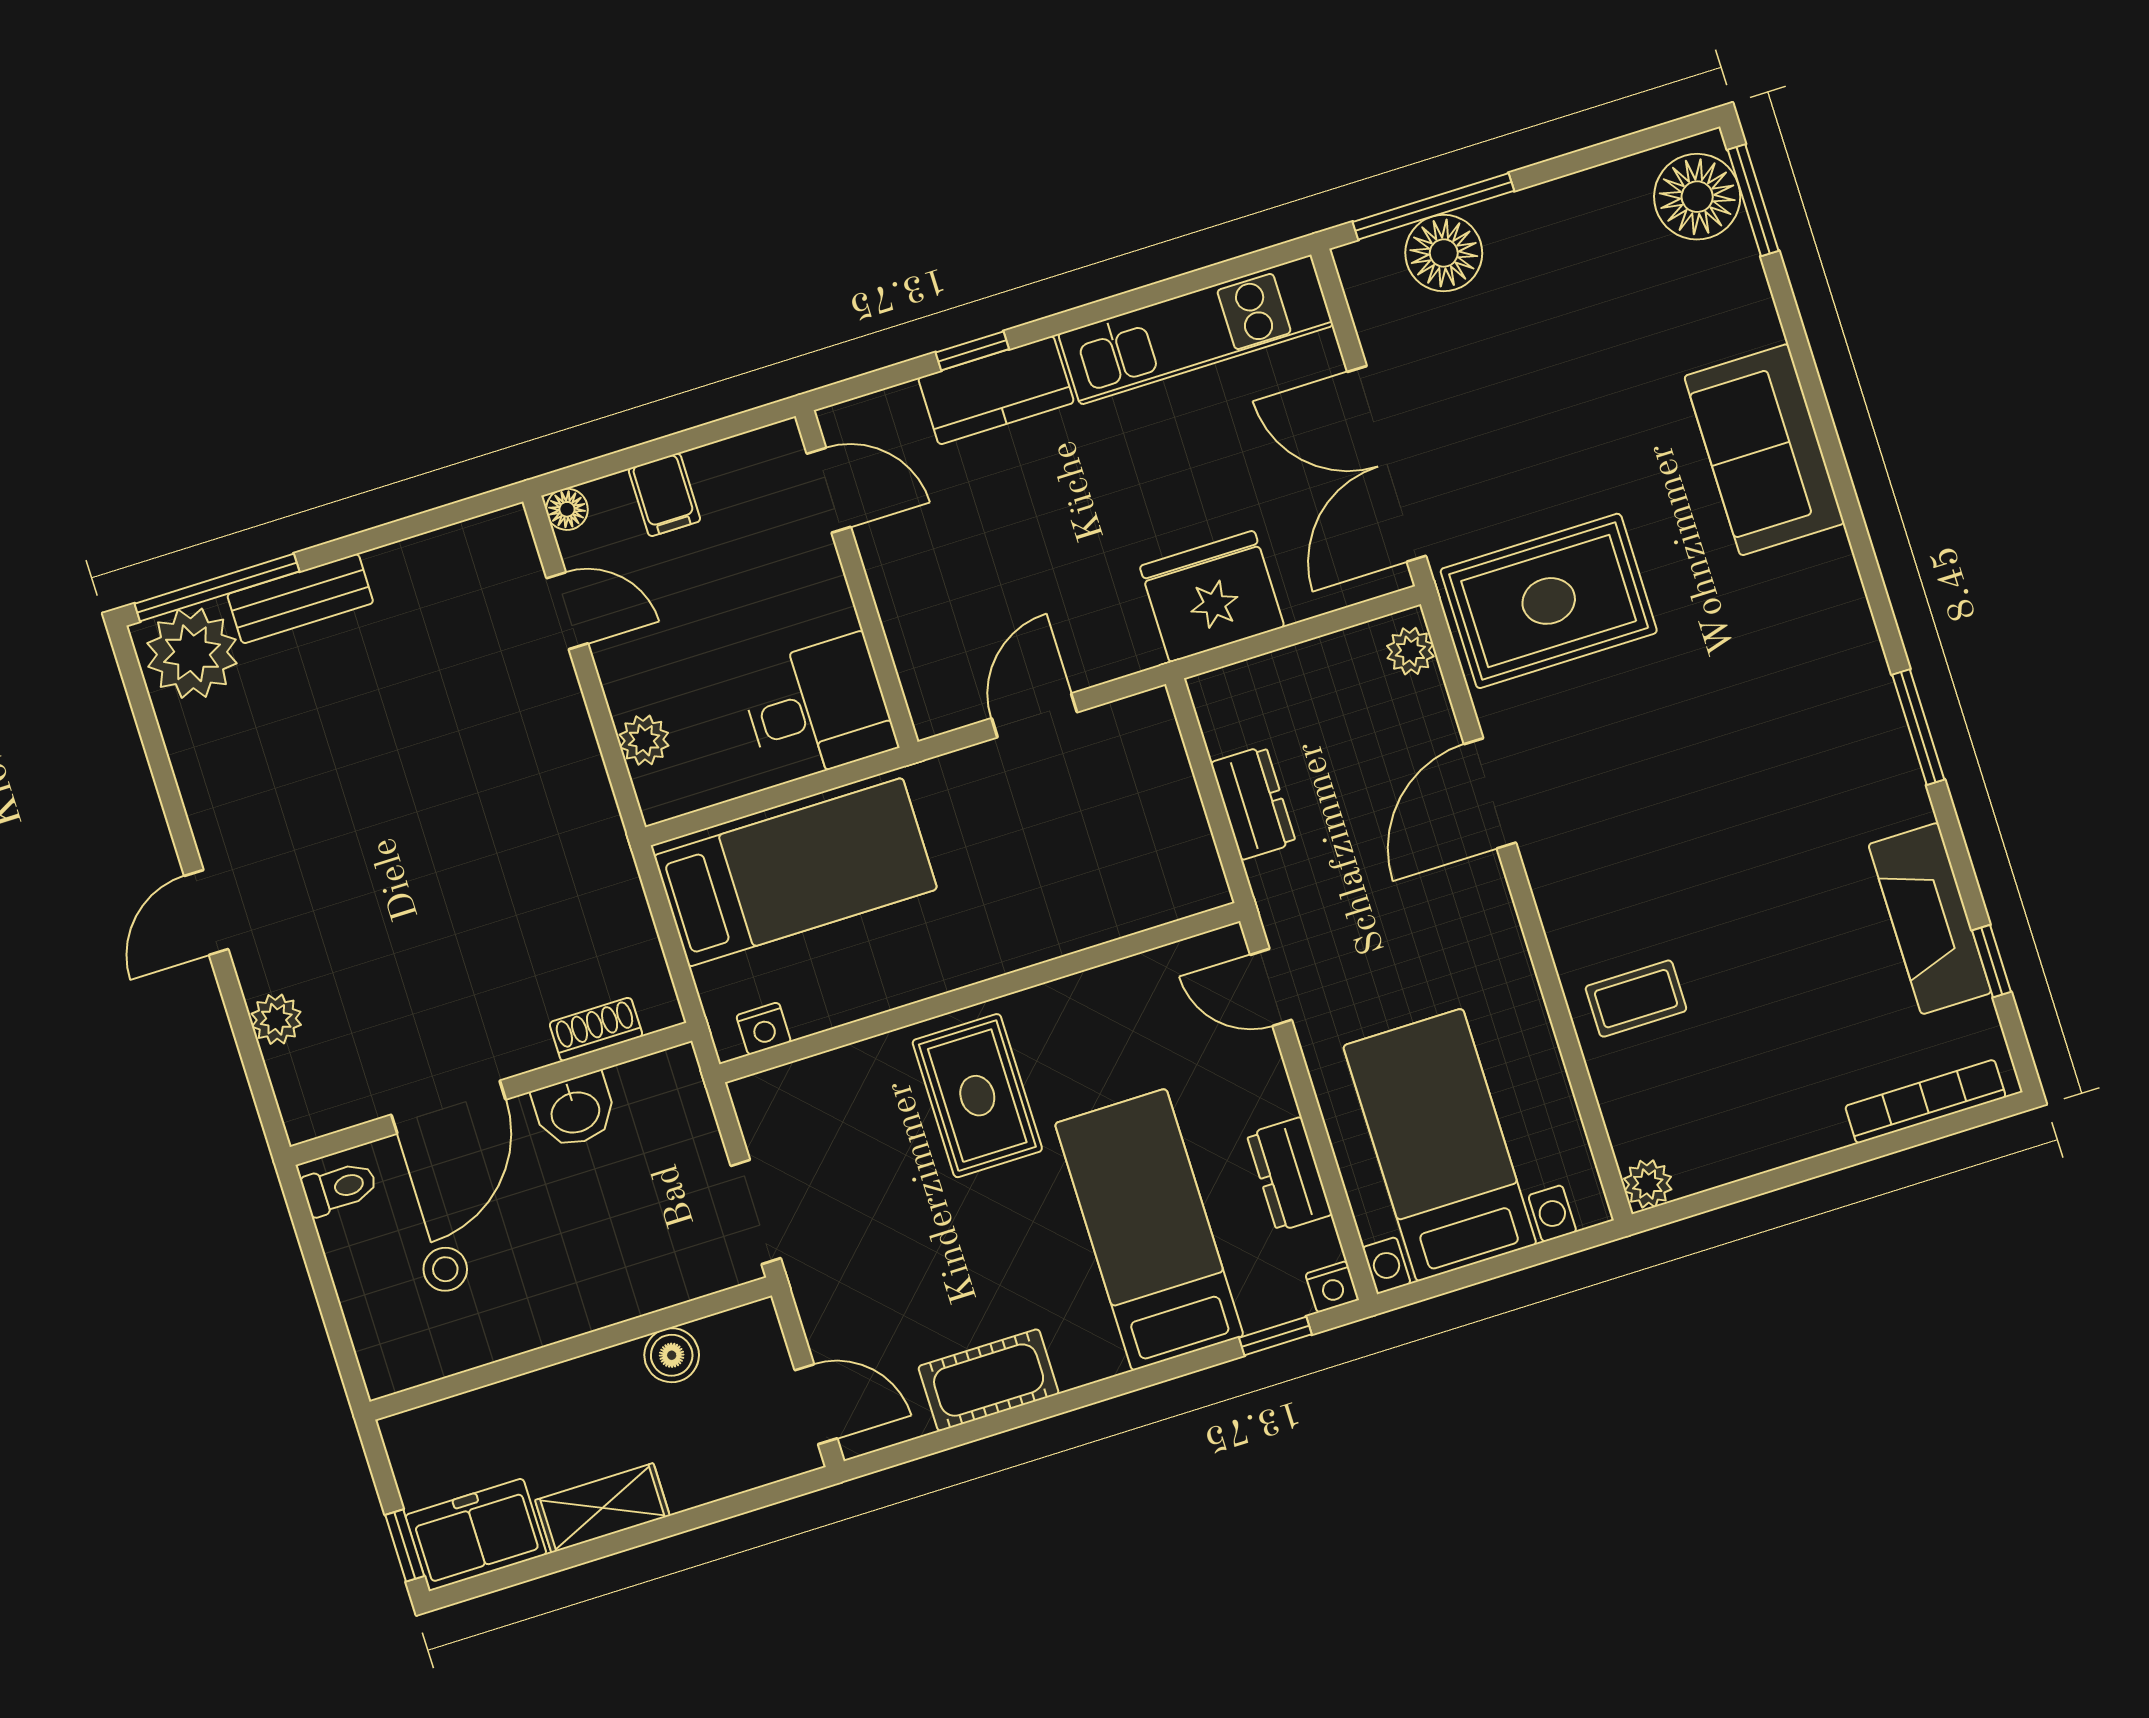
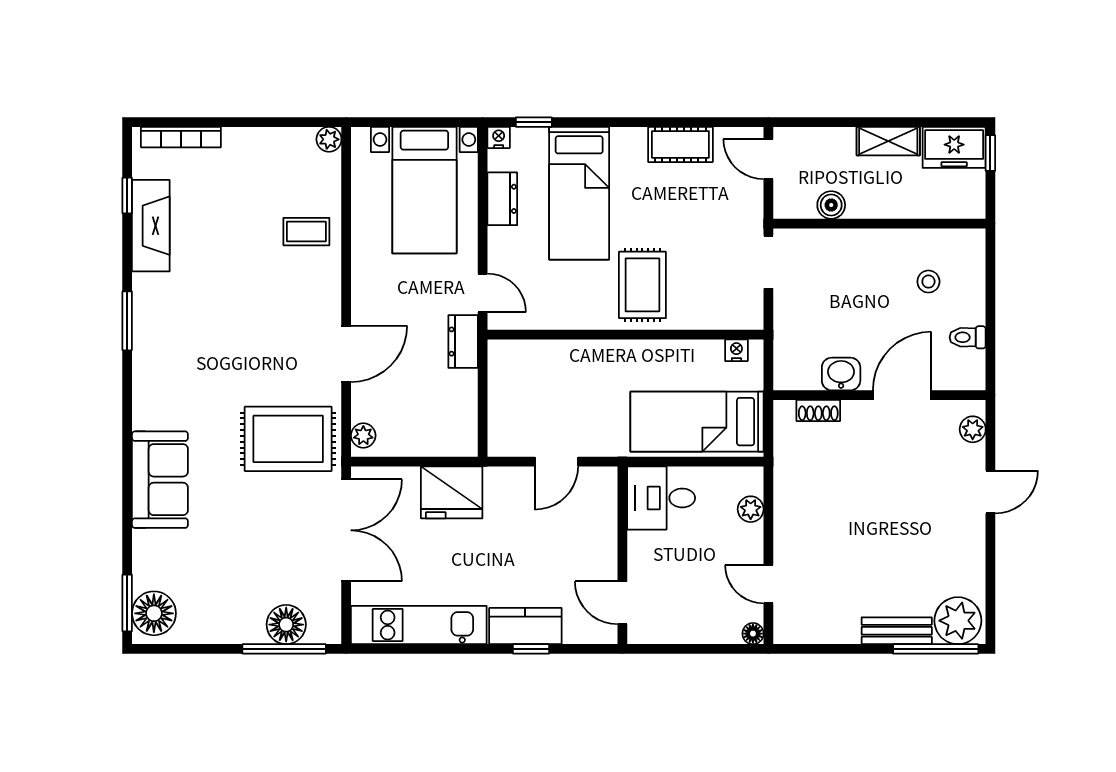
filing cabinet: (664, 495) -> (703, 626), removed
dresser: (1253, 803) -> (463, 342), moved
shoe rack: (596, 1029) -> (818, 410), moved
wall: (491, 1094) -> (879, 395), moved
door: (448, 1107) -> (902, 395), moved
washbasin: (575, 1111) -> (841, 374), moved

